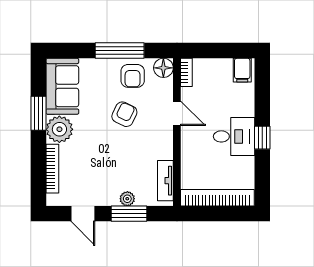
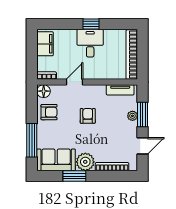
window: (120, 51) -> (32, 140), moved
filing cabinet: (242, 70) -> (45, 44), width x2.00
armchair: (124, 114) -> (88, 116), moved, turned 64

